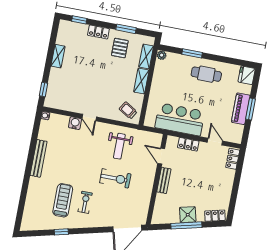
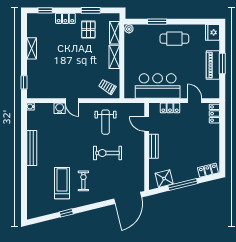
exercise bike: (115, 178) -> (107, 153), turned 180
shower: (188, 215) -> (164, 179), moved

